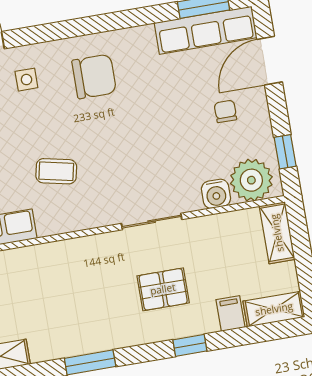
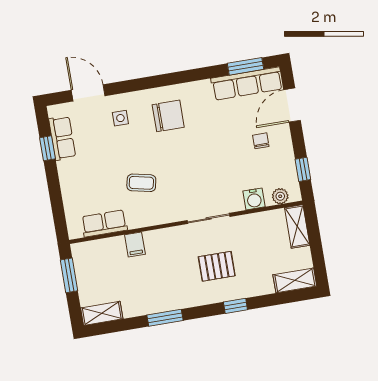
plant: (251, 180) -> (280, 196), width x0.53, depth x0.53
filing cabinet: (230, 313) -> (135, 244), moved, turned 180

